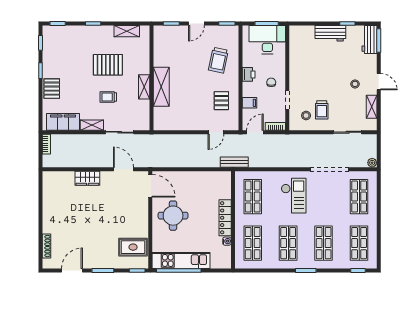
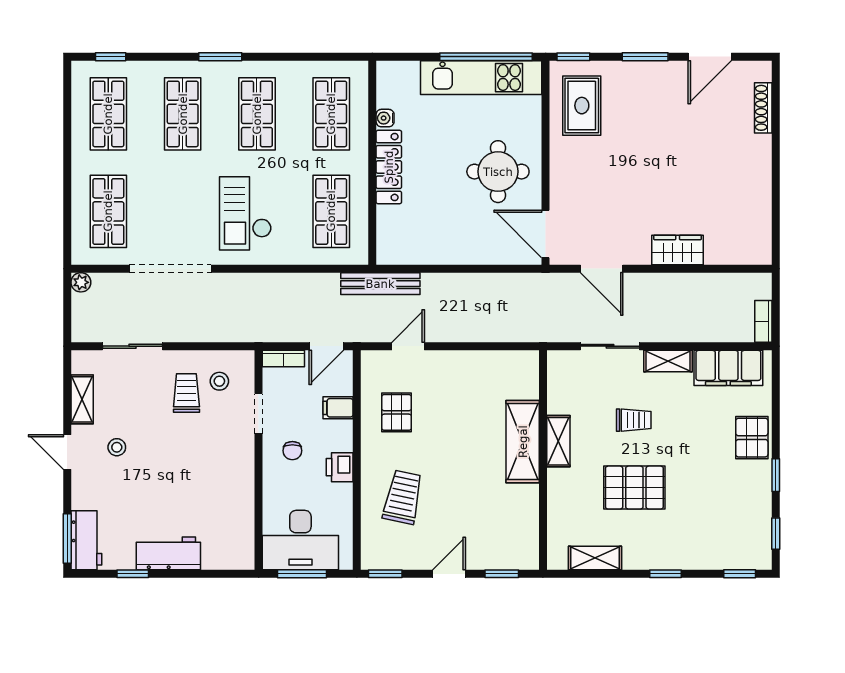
bench: (234, 162) -> (380, 284), width x1.36
rug: (133, 247) -> (582, 106), turned 90

